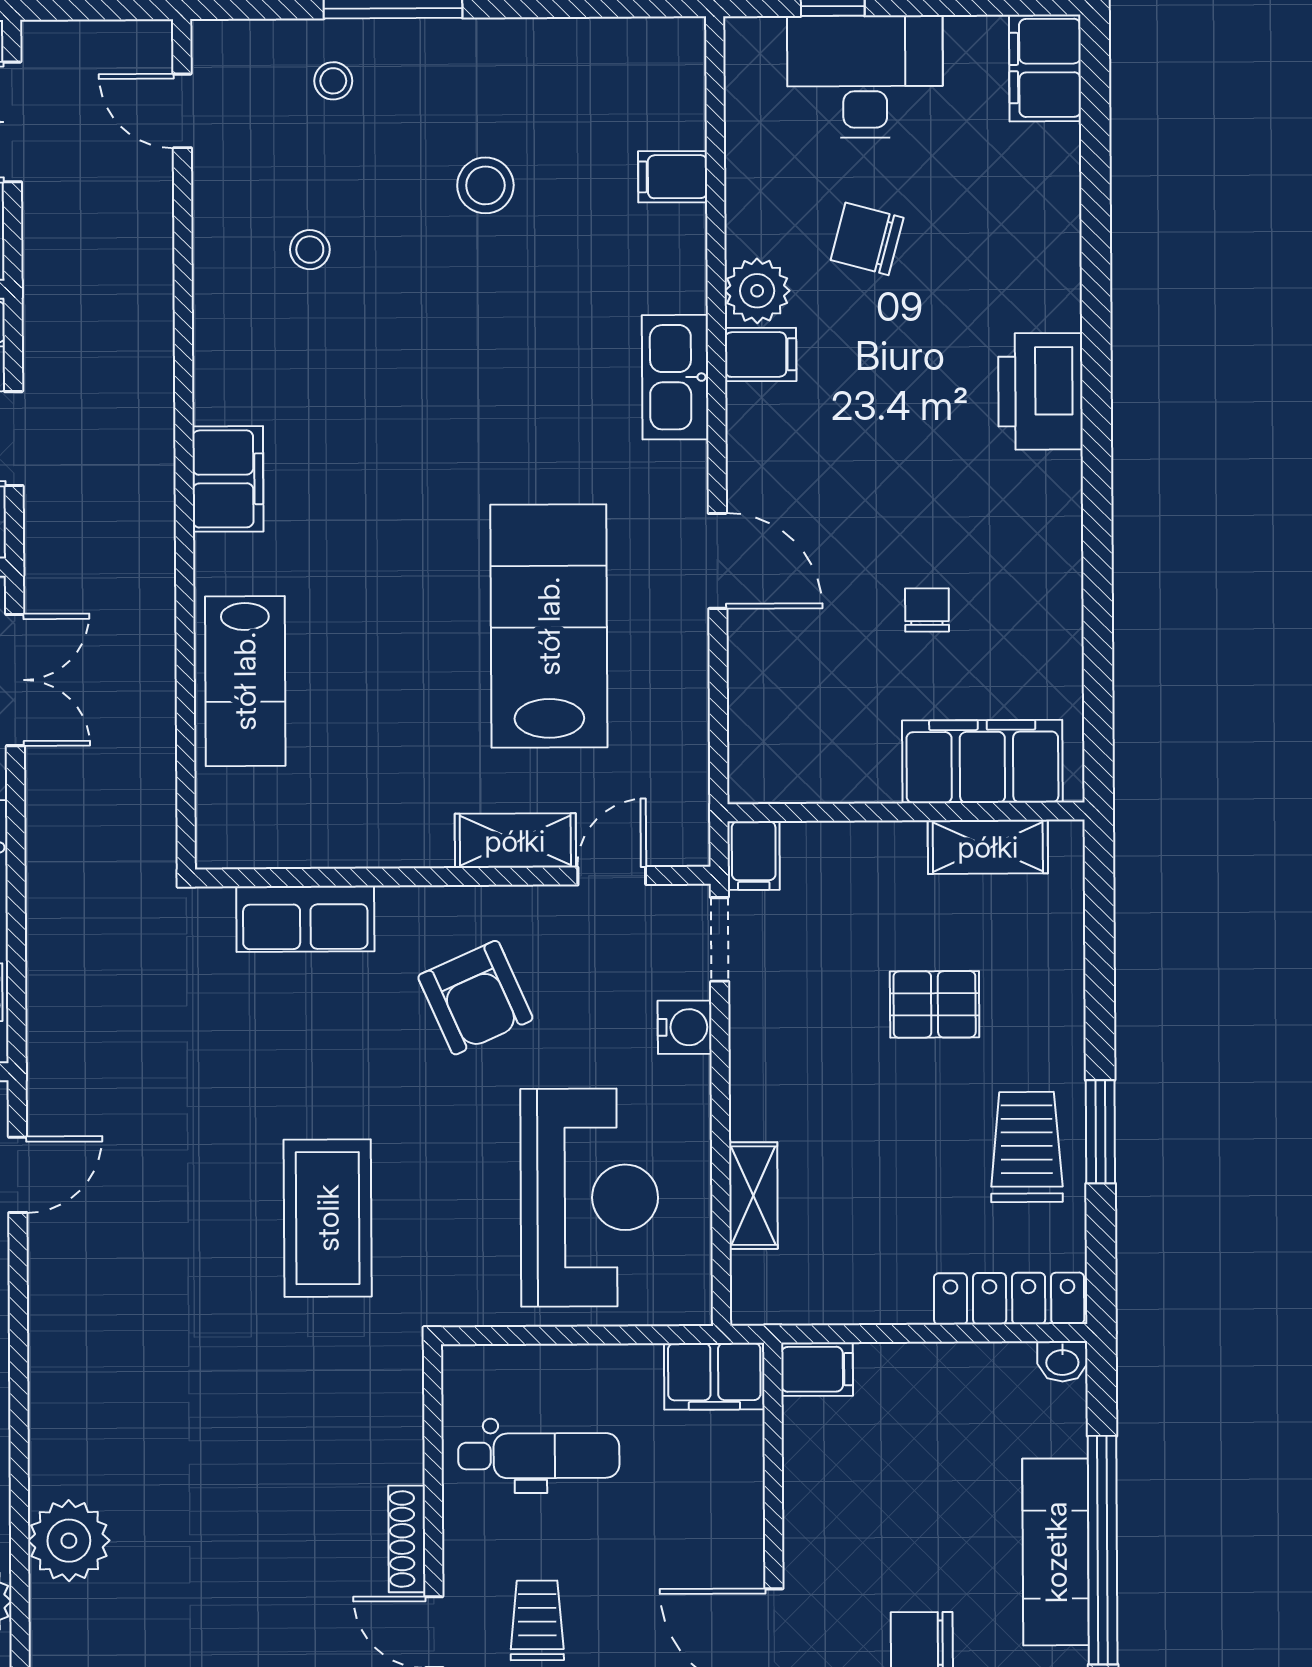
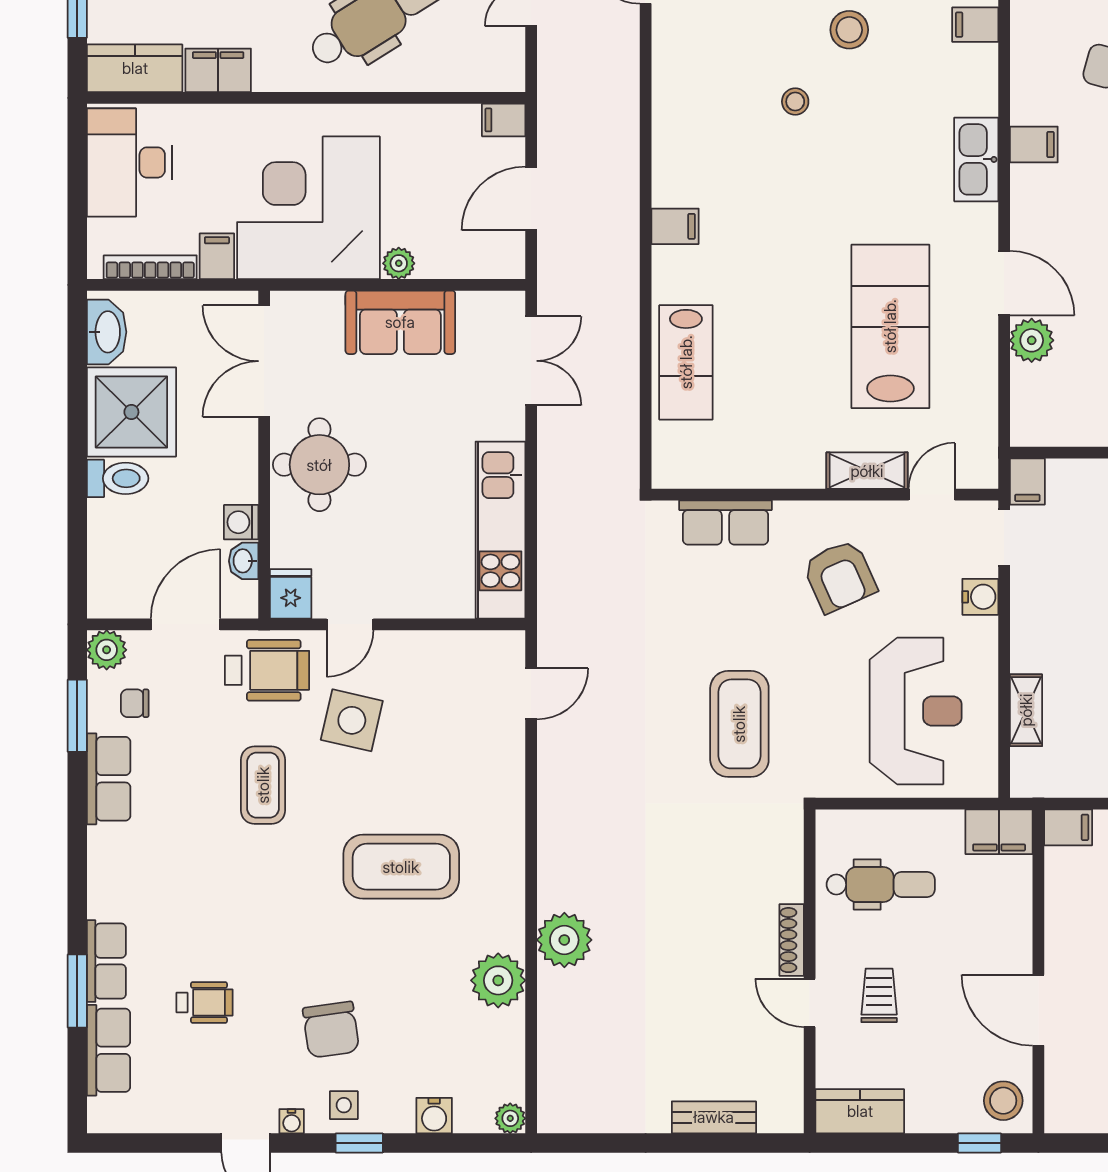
stool: (310, 250) -> (795, 102), moved
plant: (757, 291) -> (1032, 340), moved
filing cabinet: (228, 479) -> (675, 226), width x0.50

